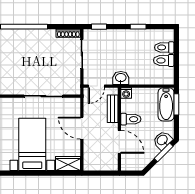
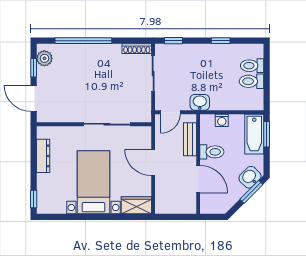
washing machine: (126, 93) -> (222, 120), moved

